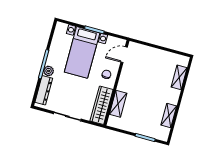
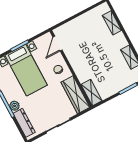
shelving: (118, 104) -> (91, 93), moved

